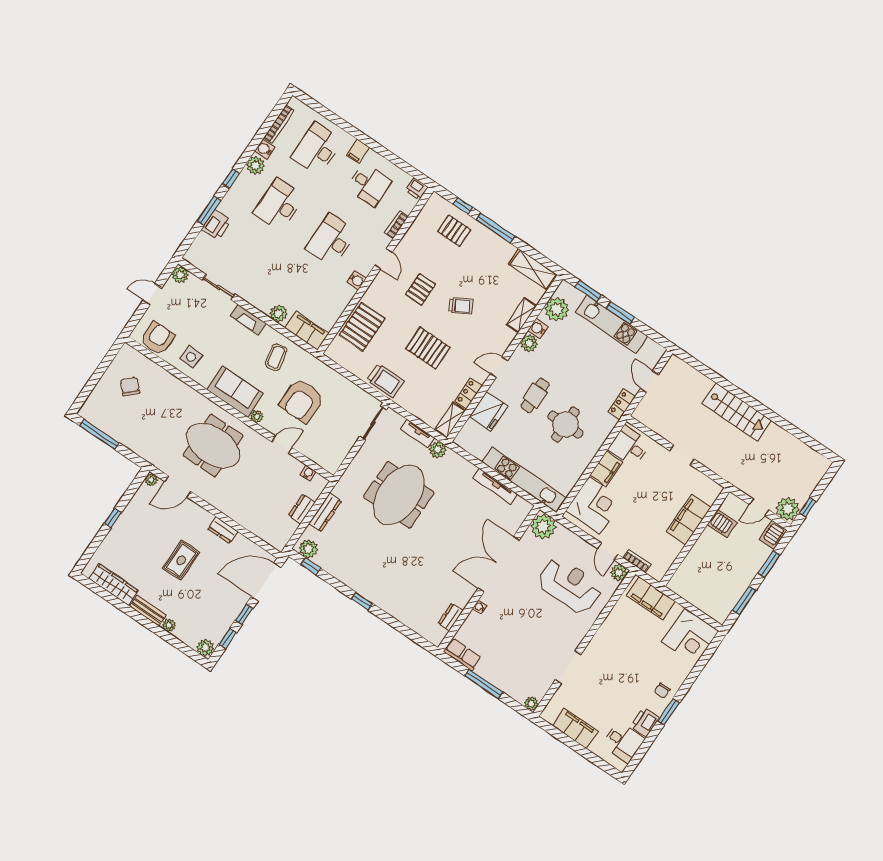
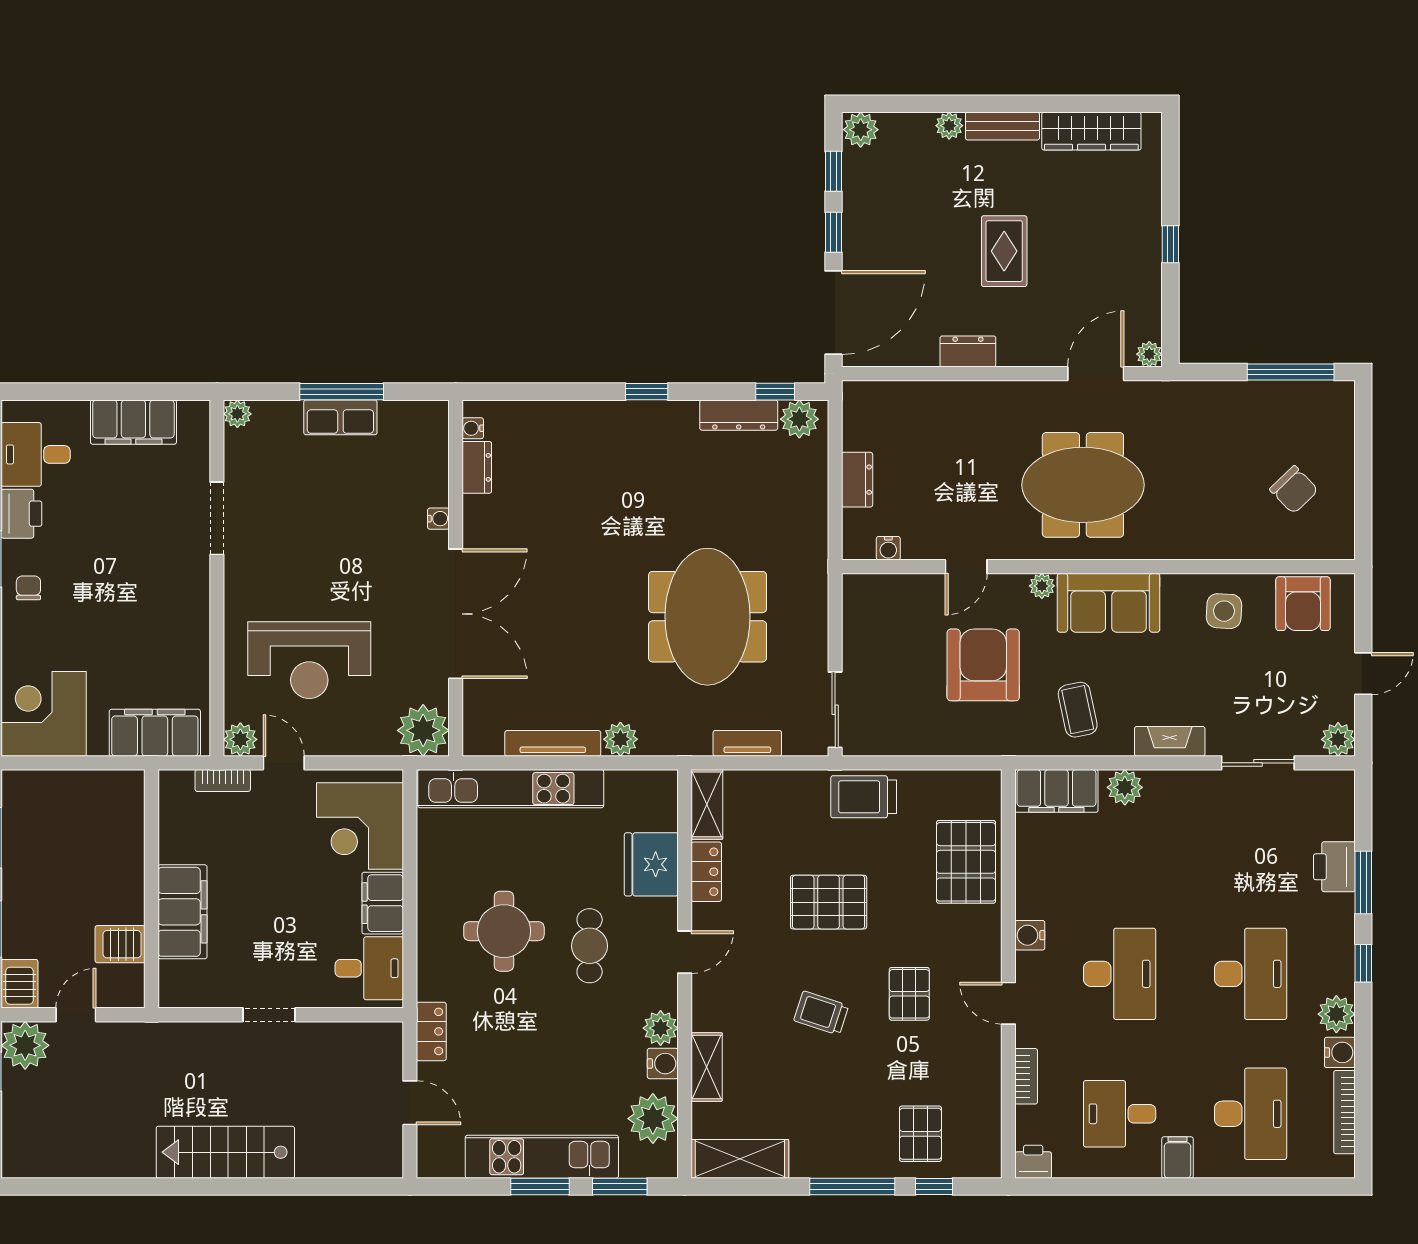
pallet: (454, 231) -> (920, 1134), turned 90
trolley: (461, 306) -> (821, 1013), turned 47
plant: (438, 450) -> (620, 739), moved
dresser: (325, 512) -> (739, 415), moved, turned -90
water cooler: (441, 634) -> (473, 428), added
row of seats: (462, 654) -> (340, 417), moved

